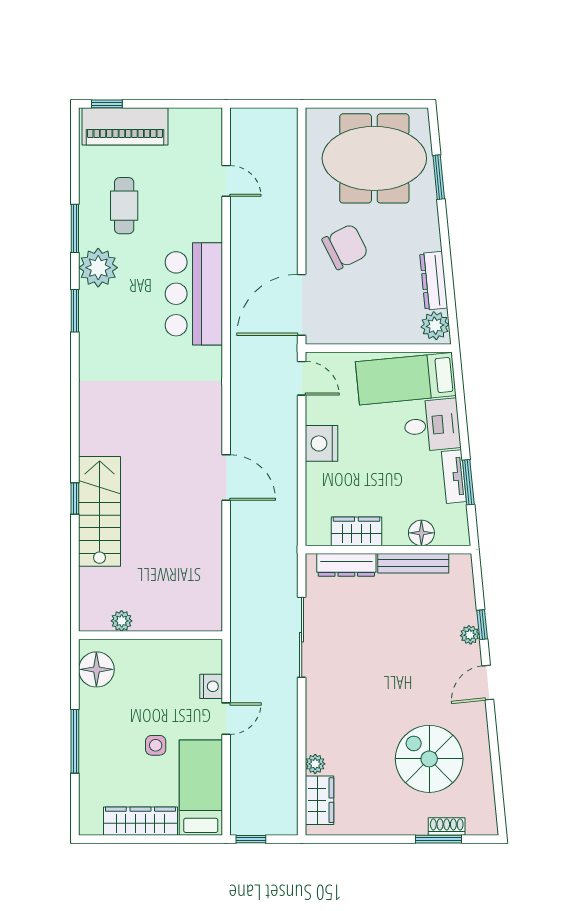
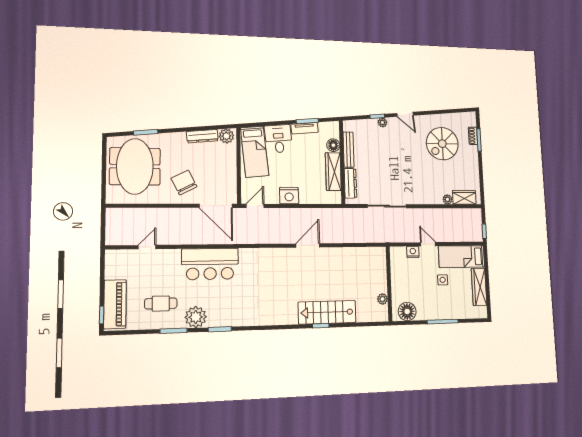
wardrobe: (356, 531) -> (333, 172), width x1.50

